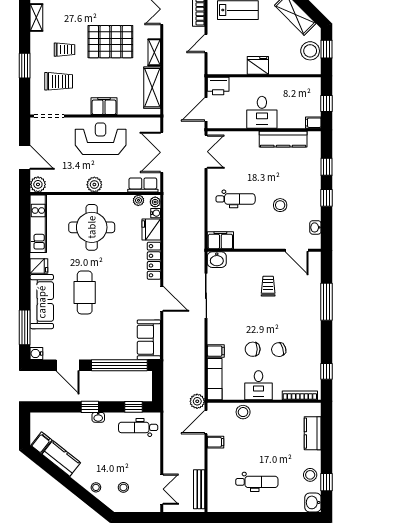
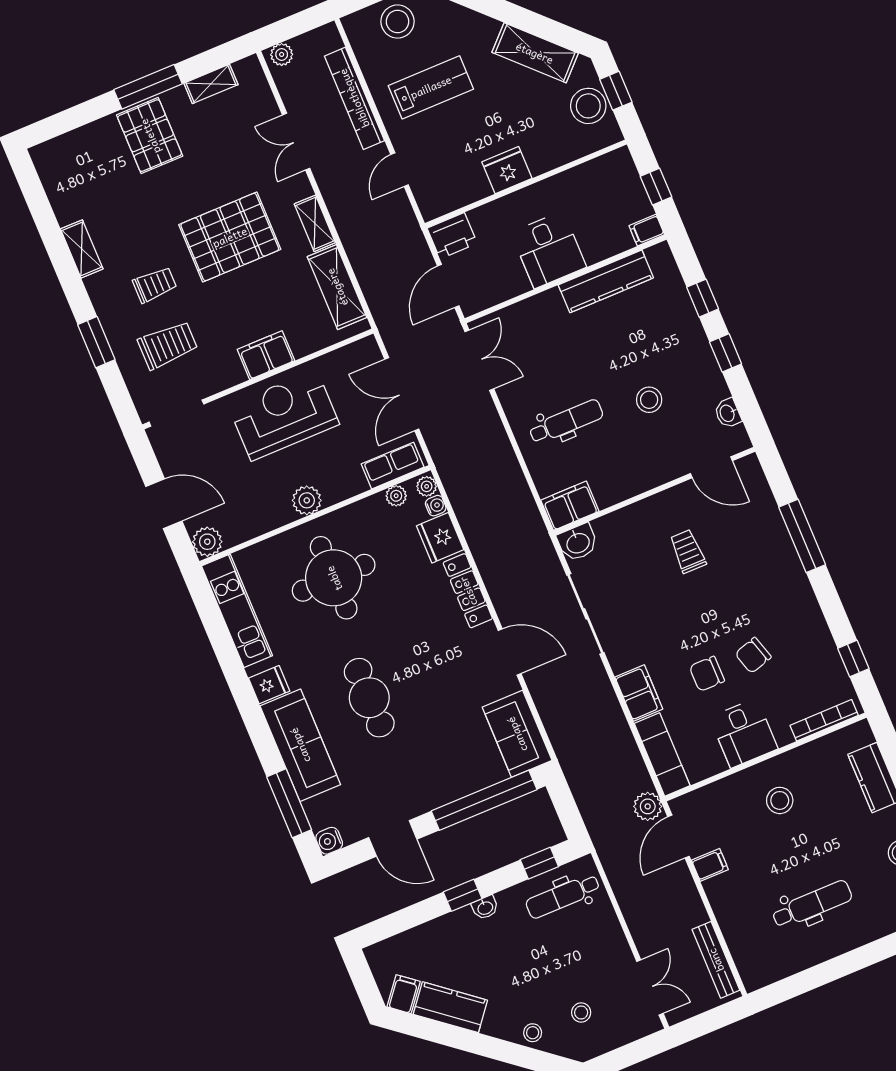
filing cabinet: (216, 351) -> (639, 693), width x2.00
stool: (243, 412) -> (780, 800), moved

